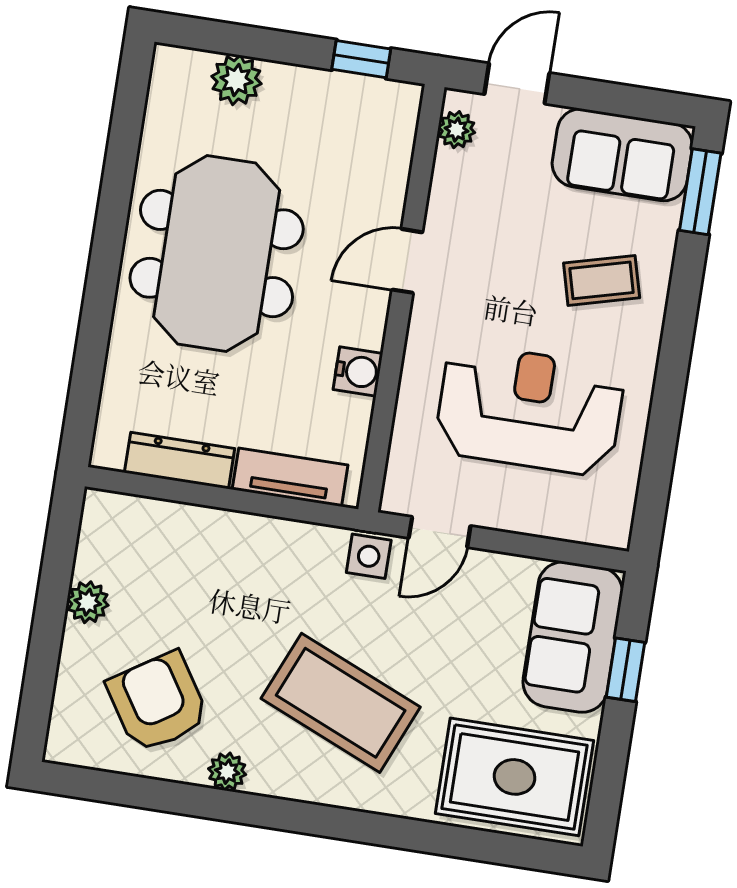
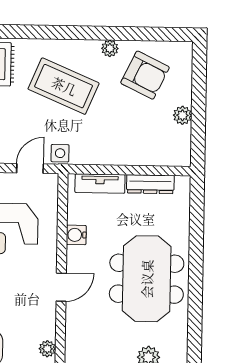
armchair: (158, 702) -> (145, 75), turned -31

